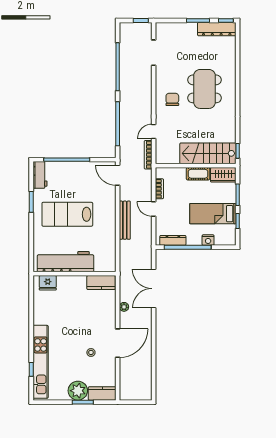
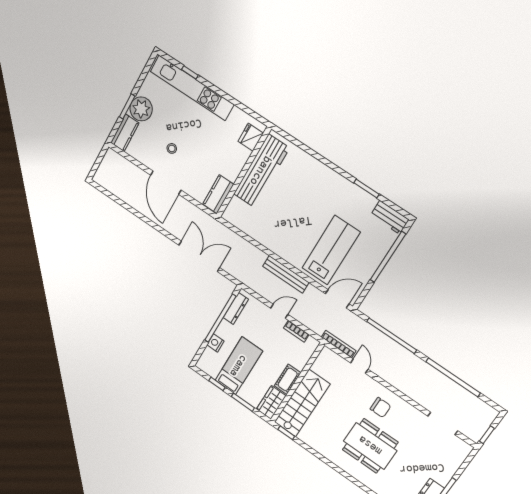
lab bench: (67, 214) -> (331, 250), moved
workbench: (66, 262) -> (261, 171), moved
wall: (74, 274) -> (243, 172), moved
fridge: (48, 283) -> (251, 137), moved
kitchen counter: (101, 283) -> (218, 194), moved
plant: (124, 307) -> (198, 214), removed

